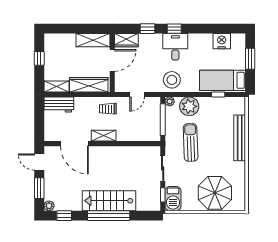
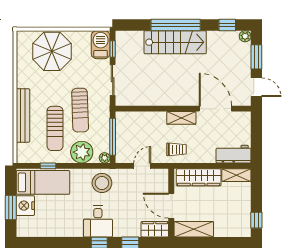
nightstand: (222, 41) -> (25, 206), moved, turned 90
window: (39, 58) -> (256, 220), moved
door: (112, 60) -> (171, 206), hinge flipped
sun lounger: (212, 127) -> (55, 128), added

